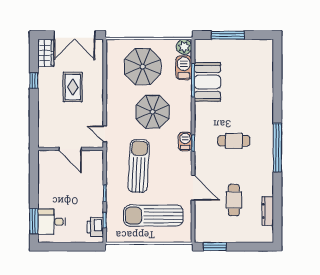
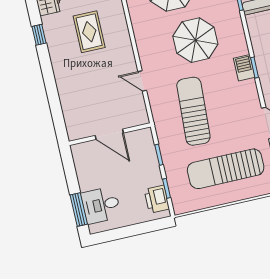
door: (70, 149) -> (109, 134), moved
wall: (71, 149) -> (110, 134), moved

